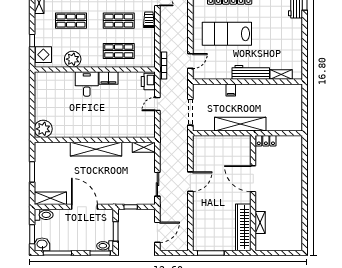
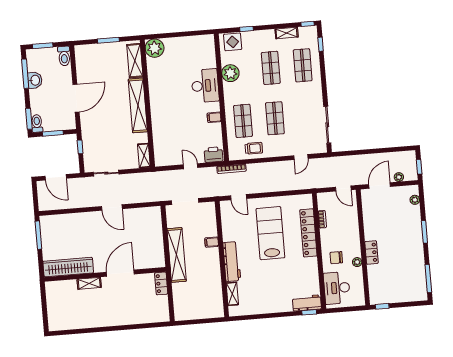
trolley: (149, 20) -> (254, 148), moved
filing cabinet: (108, 78) -> (214, 117), width x0.50
desk: (87, 84) -> (205, 86), width x1.37
shelving: (50, 198) -> (135, 61), moved
shelving: (260, 222) -> (89, 283), moved
washbasin: (42, 244) -> (35, 80), moved

